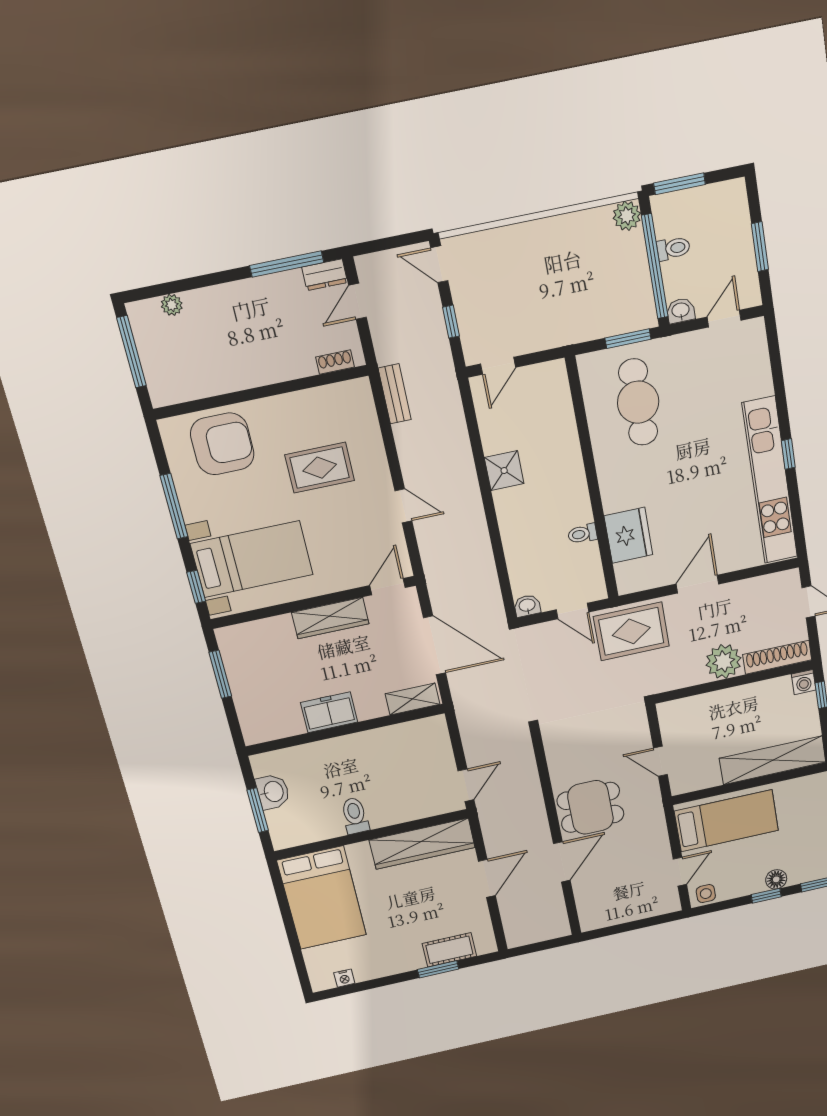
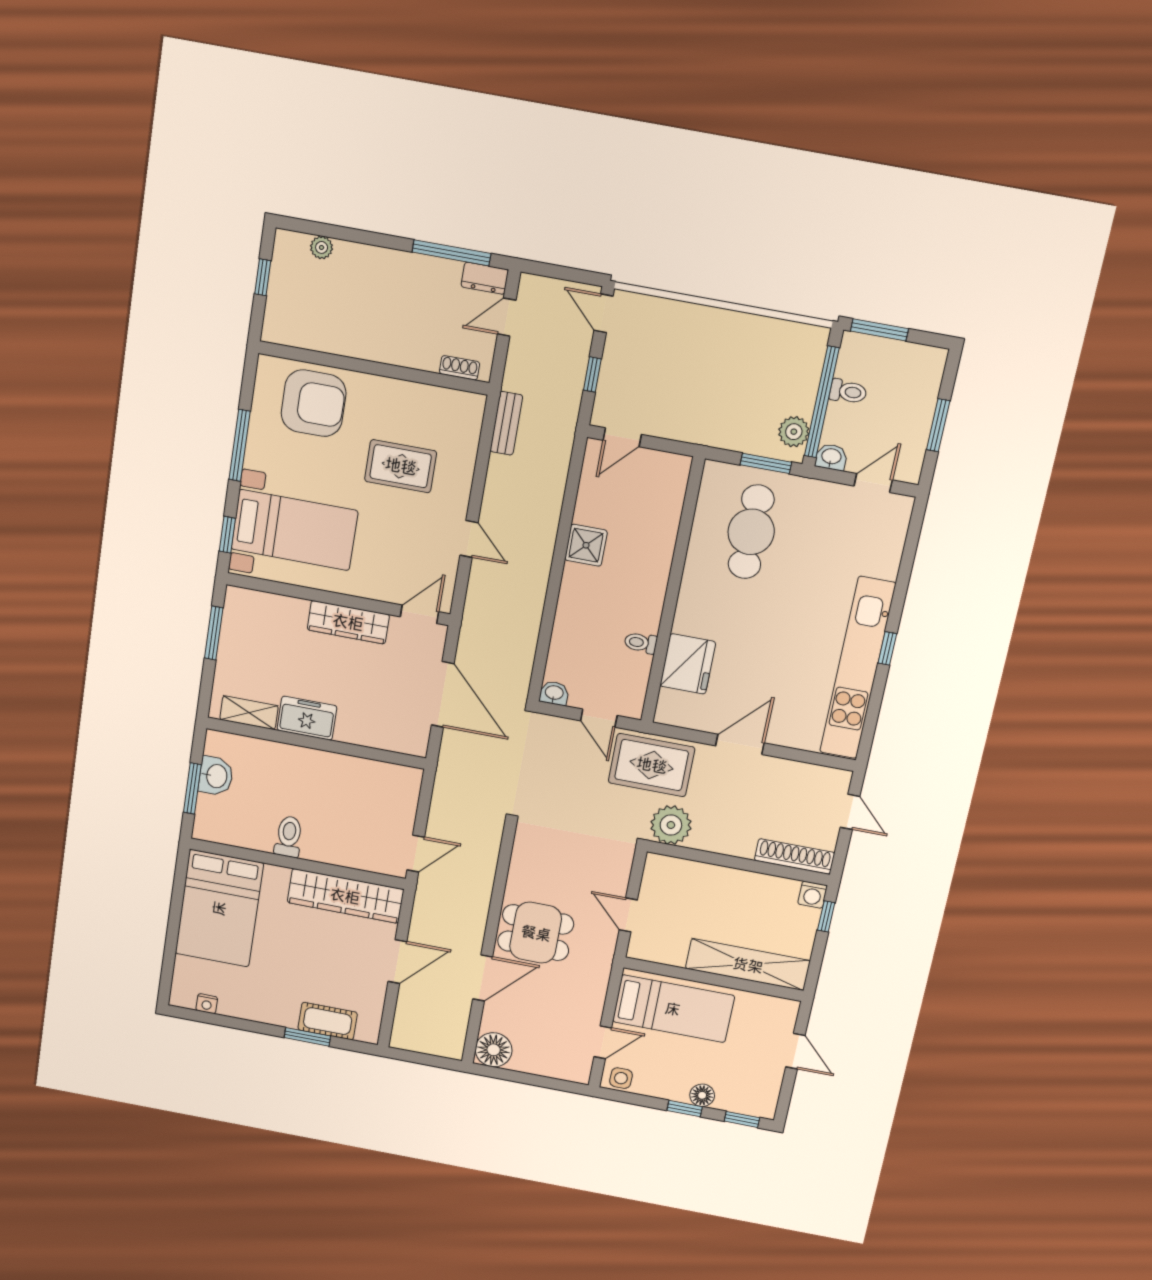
plant: (627, 216) -> (794, 432), moved
window: (132, 352) -> (263, 277), width x0.46
plant: (724, 661) -> (671, 825), moved
shelving: (413, 699) -> (249, 713), moved
floor lamp: (594, 915) -> (494, 1050), added

